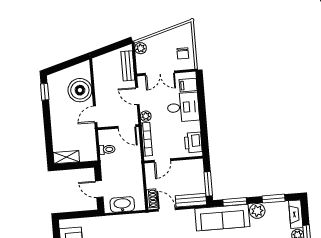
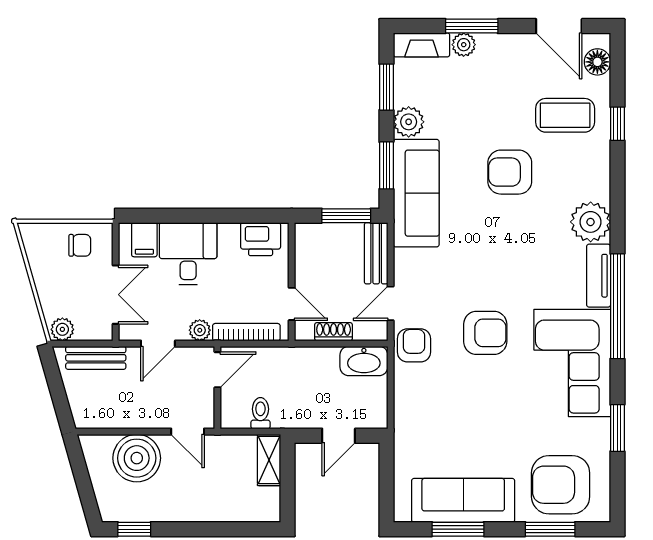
shelving: (66, 157) -> (269, 460), moved
shoe rack: (152, 198) -> (334, 332), moved
washbasin: (122, 204) -> (364, 361), moved, turned -90
armchair: (147, 223) -> (414, 345), added

